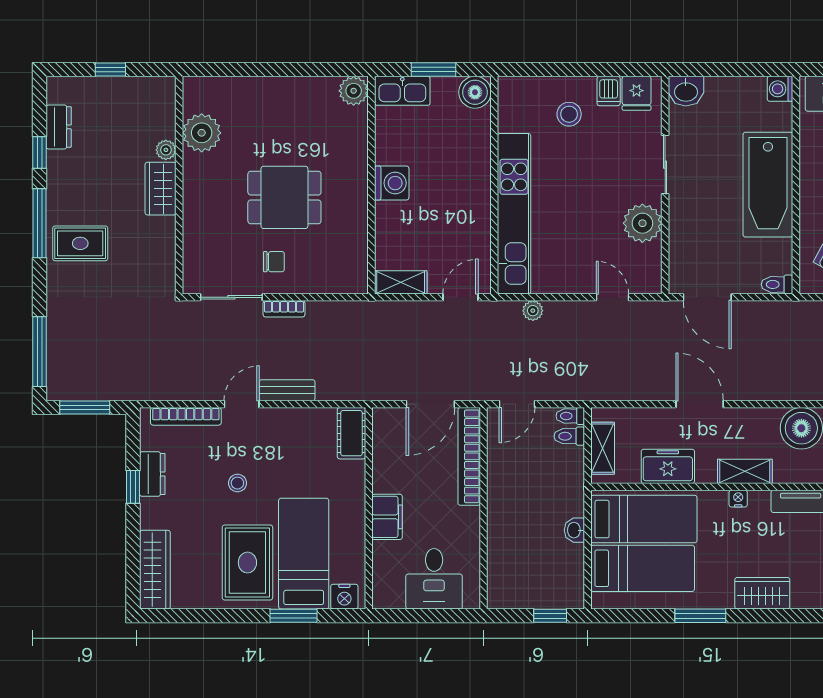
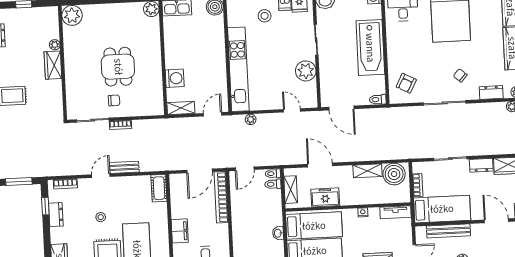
plant: (202, 133) -> (72, 15), moved
washing machine: (392, 183) -> (175, 78), moved
dining table: (284, 197) -> (118, 67), turned 90
door: (700, 404) -> (320, 165), moved
bookcase: (186, 416) -> (65, 184), width x0.64
shelving: (745, 471) -> (368, 171), moved
window: (133, 487) -> (45, 206), moved

